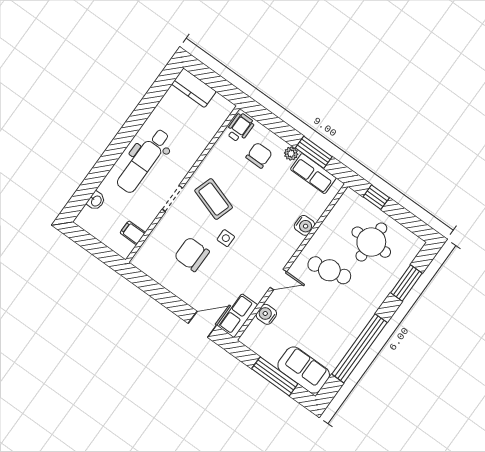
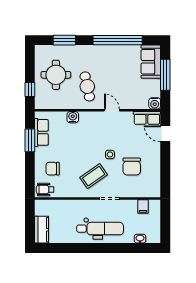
plant: (291, 154) -> (39, 152), removed
coffee table: (214, 199) -> (94, 176), turned 37
water cooler: (266, 314) -> (155, 103), moved

